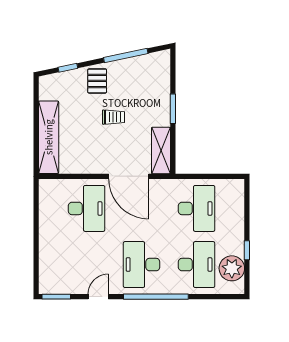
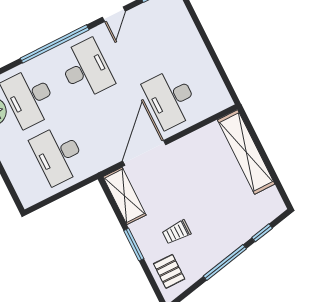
window: (126, 56) -> (225, 262), moved
pallet: (97, 81) -> (169, 271), moved
trolley: (114, 117) -> (176, 232), moved
door: (129, 176) -> (144, 153), hinge flipped

